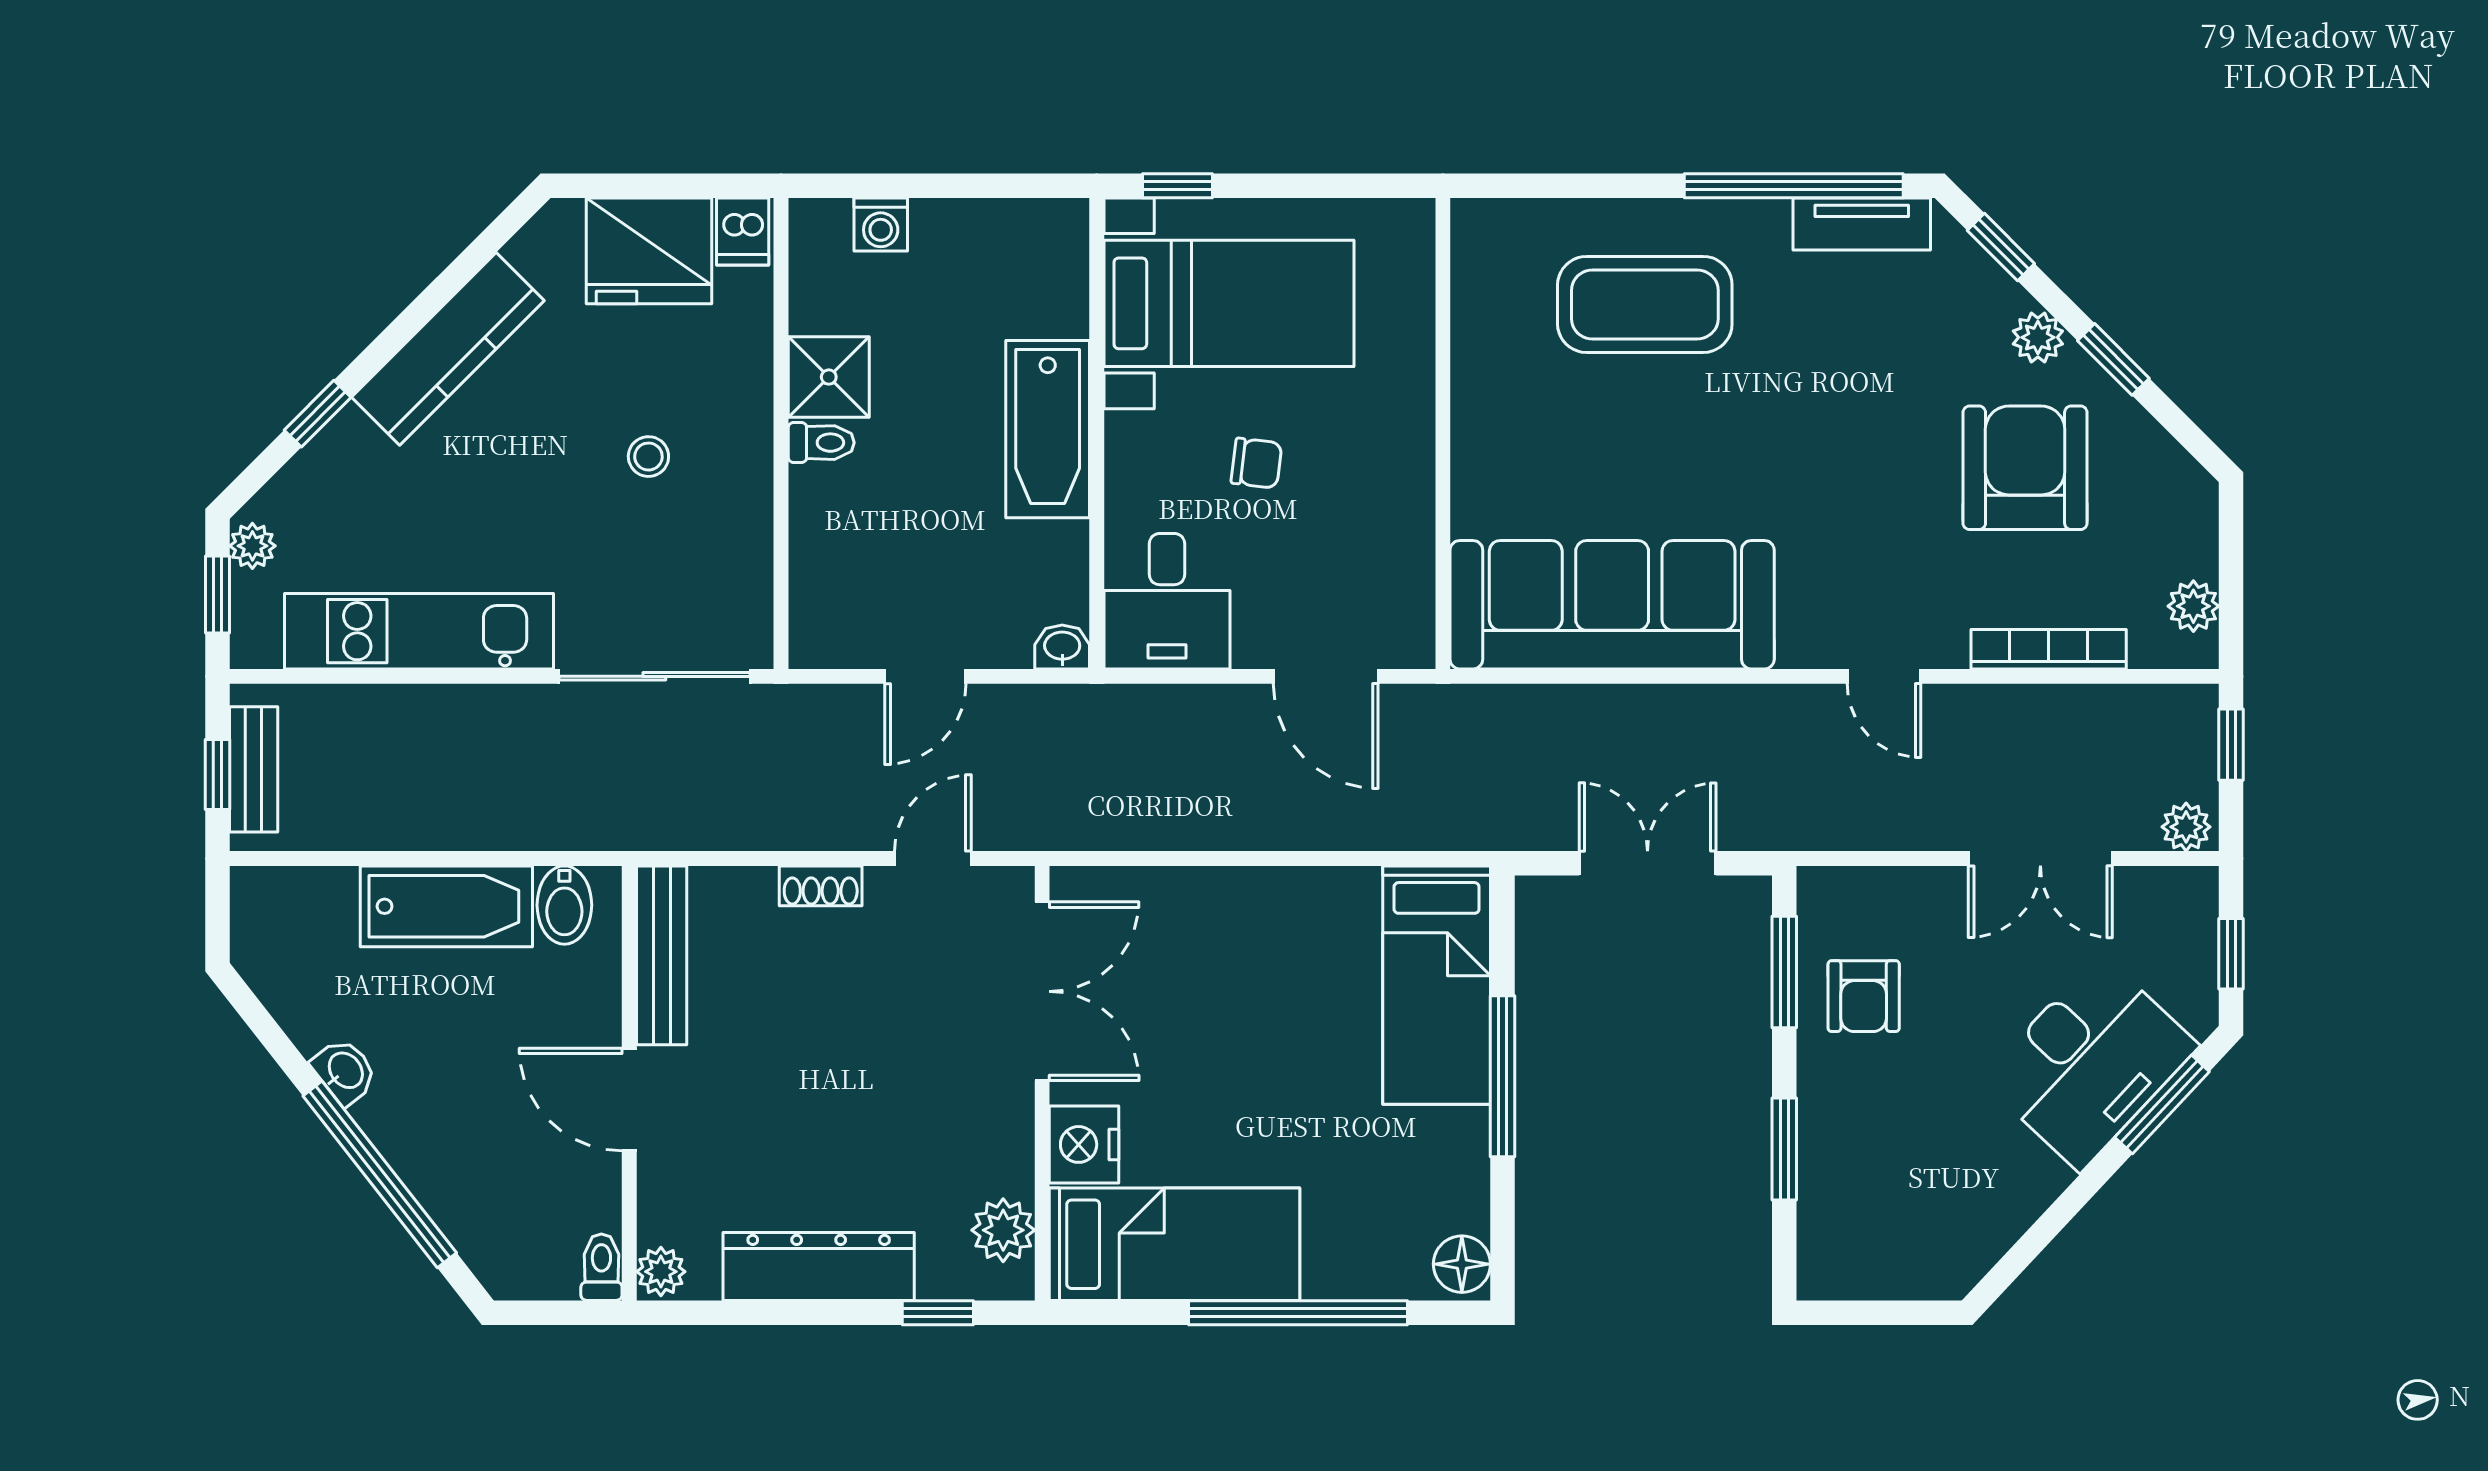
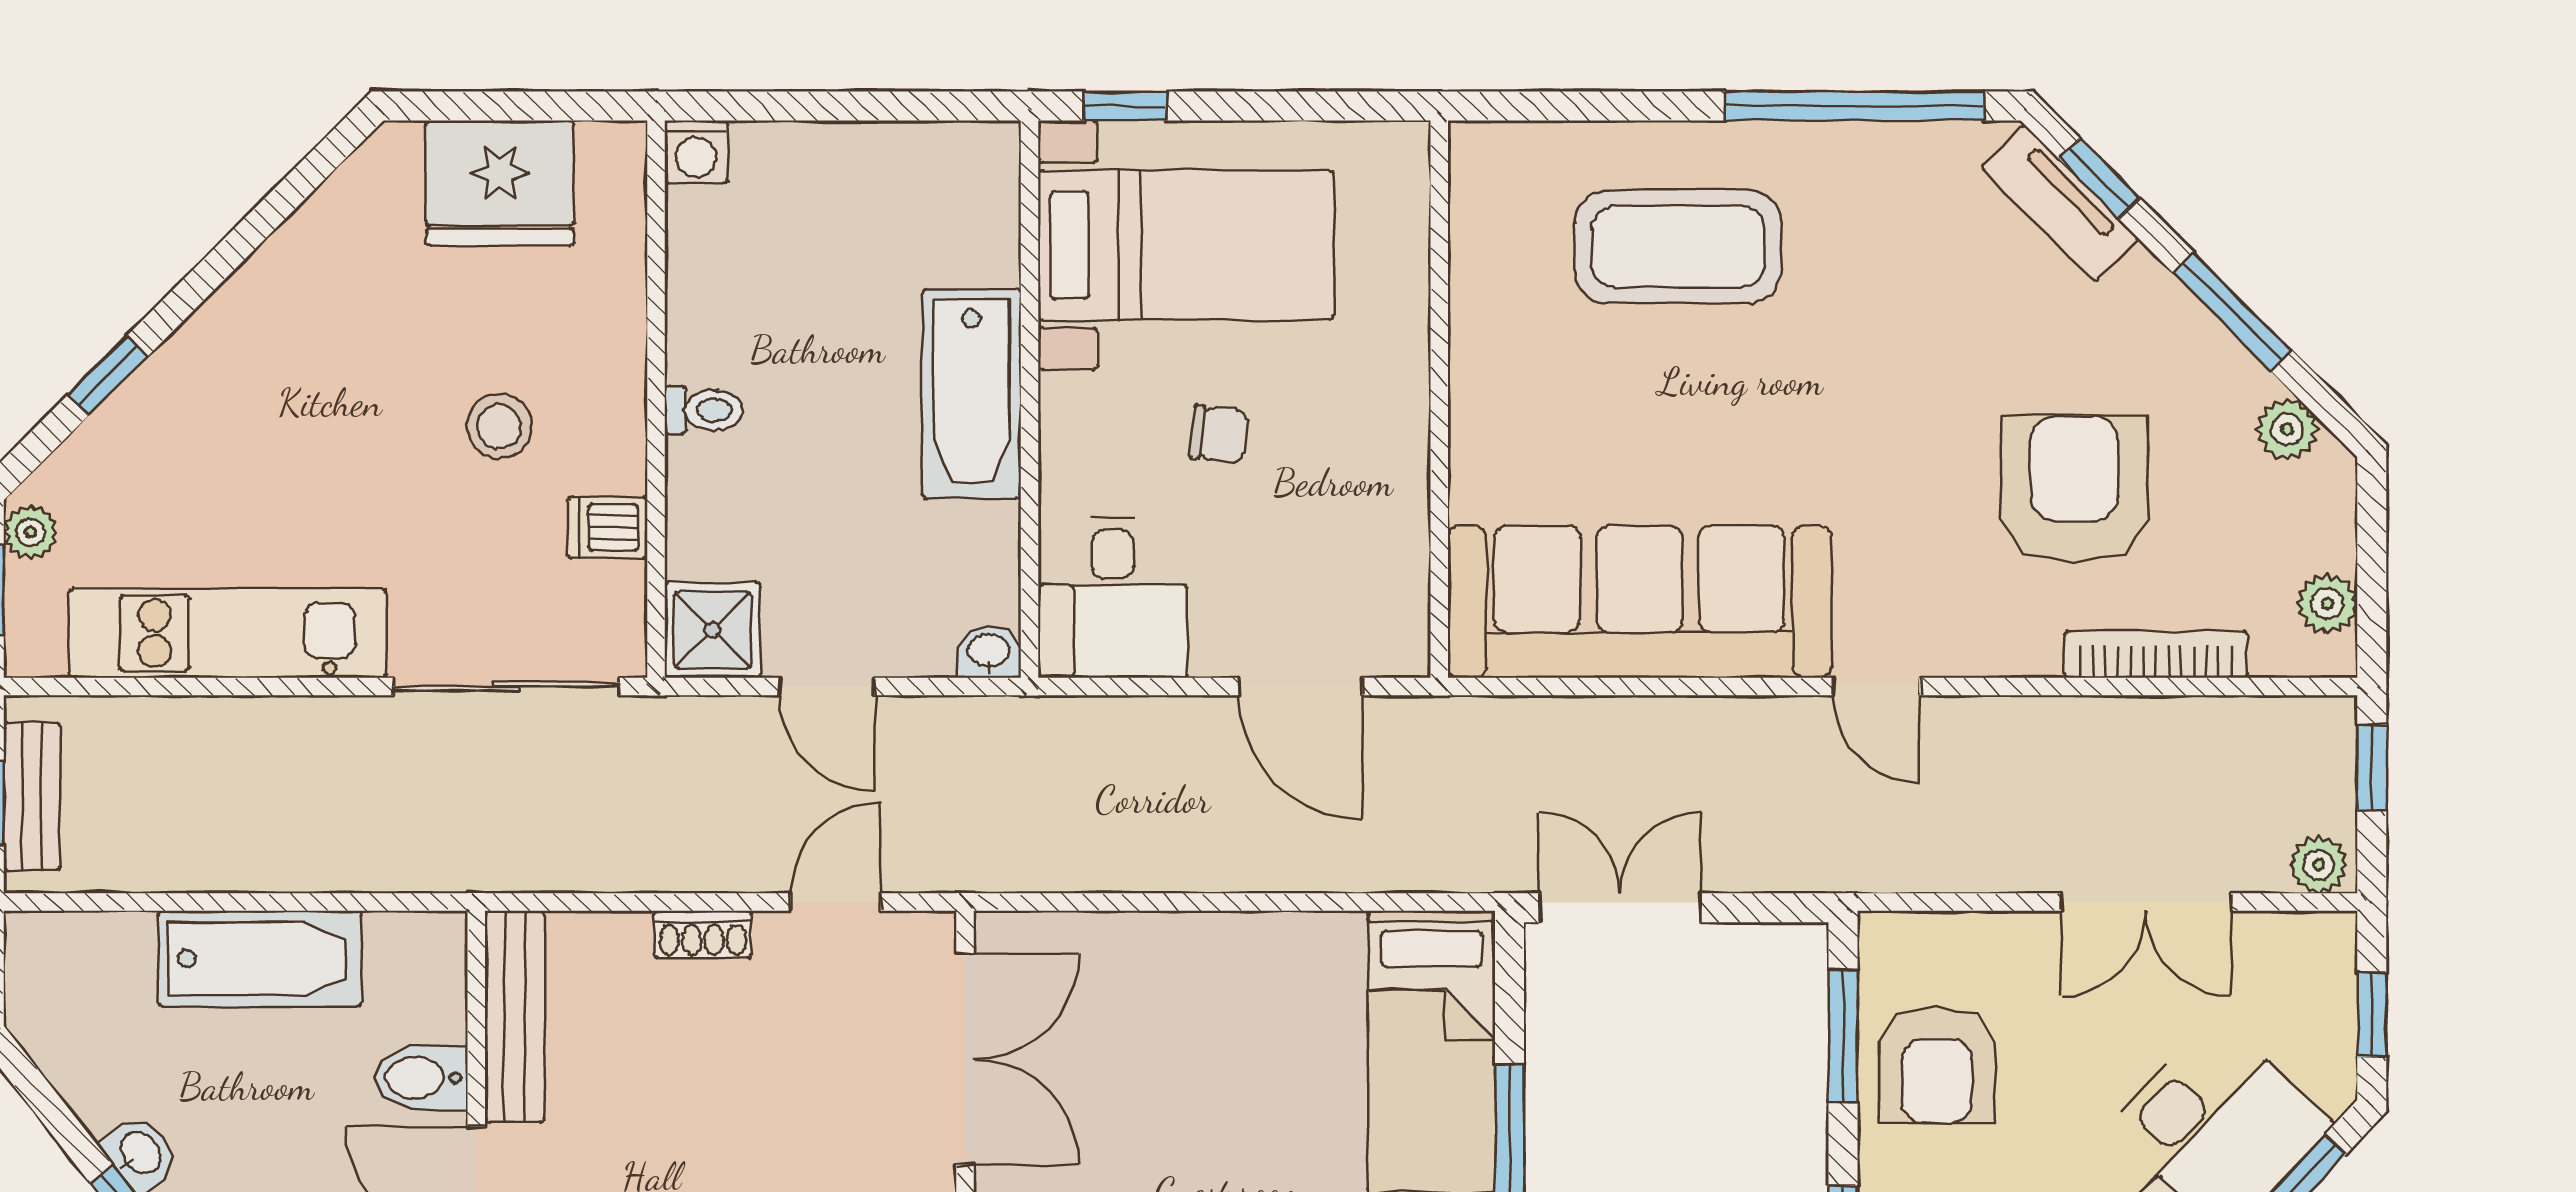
washing machine: (881, 224) -> (696, 152), moved
tv unit: (1862, 224) -> (2060, 203), moved, turned 45
dishwasher: (743, 231) -> (608, 528), moved, turned 90
plant: (2038, 337) -> (2287, 429), moved
kitchen counter: (448, 349) -> (262, 299), removed
window: (2113, 359) -> (2232, 312), width x1.50
shower: (829, 377) -> (712, 630), moved
stool: (648, 457) -> (499, 426), width x1.37, depth x1.37
armchair: (2025, 468) -> (2074, 489), moved
door: (925, 676) -> (827, 686), hinge flipped
door: (1884, 676) -> (1876, 686), moved
double door: (1648, 863) -> (1620, 908), moved
bidet: (564, 905) -> (421, 1078), moved, turned 90
armchair: (1864, 996) -> (1937, 1065), width x1.38, depth x1.38

